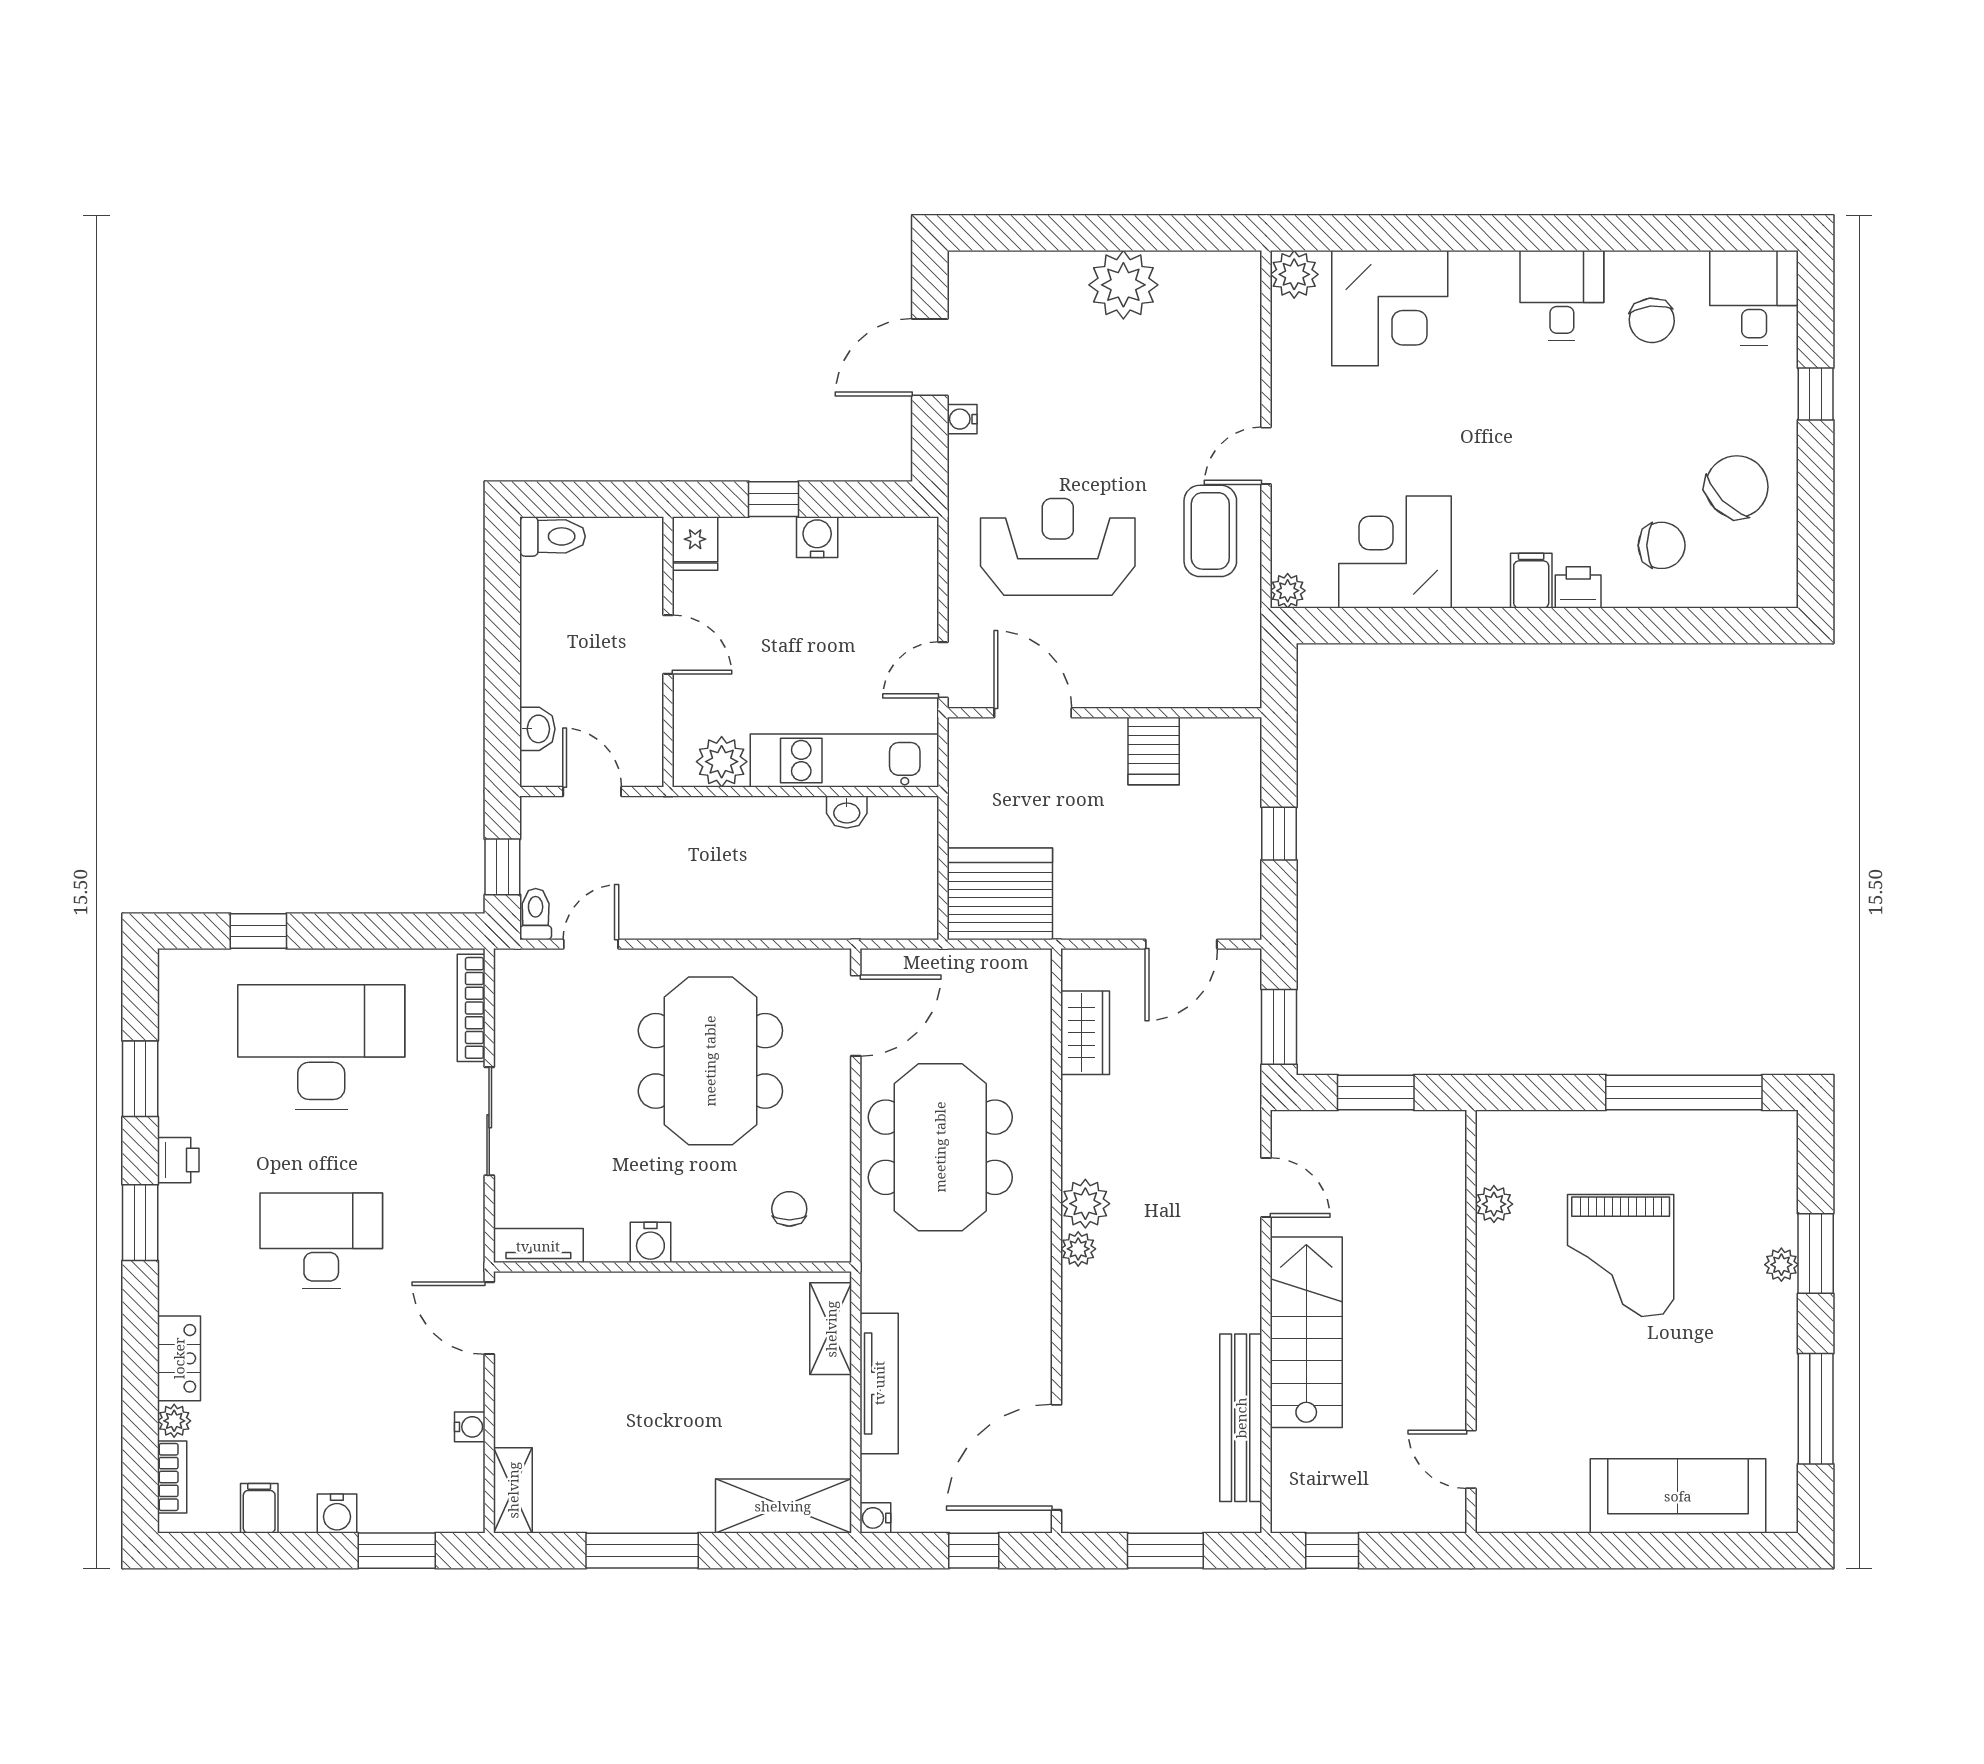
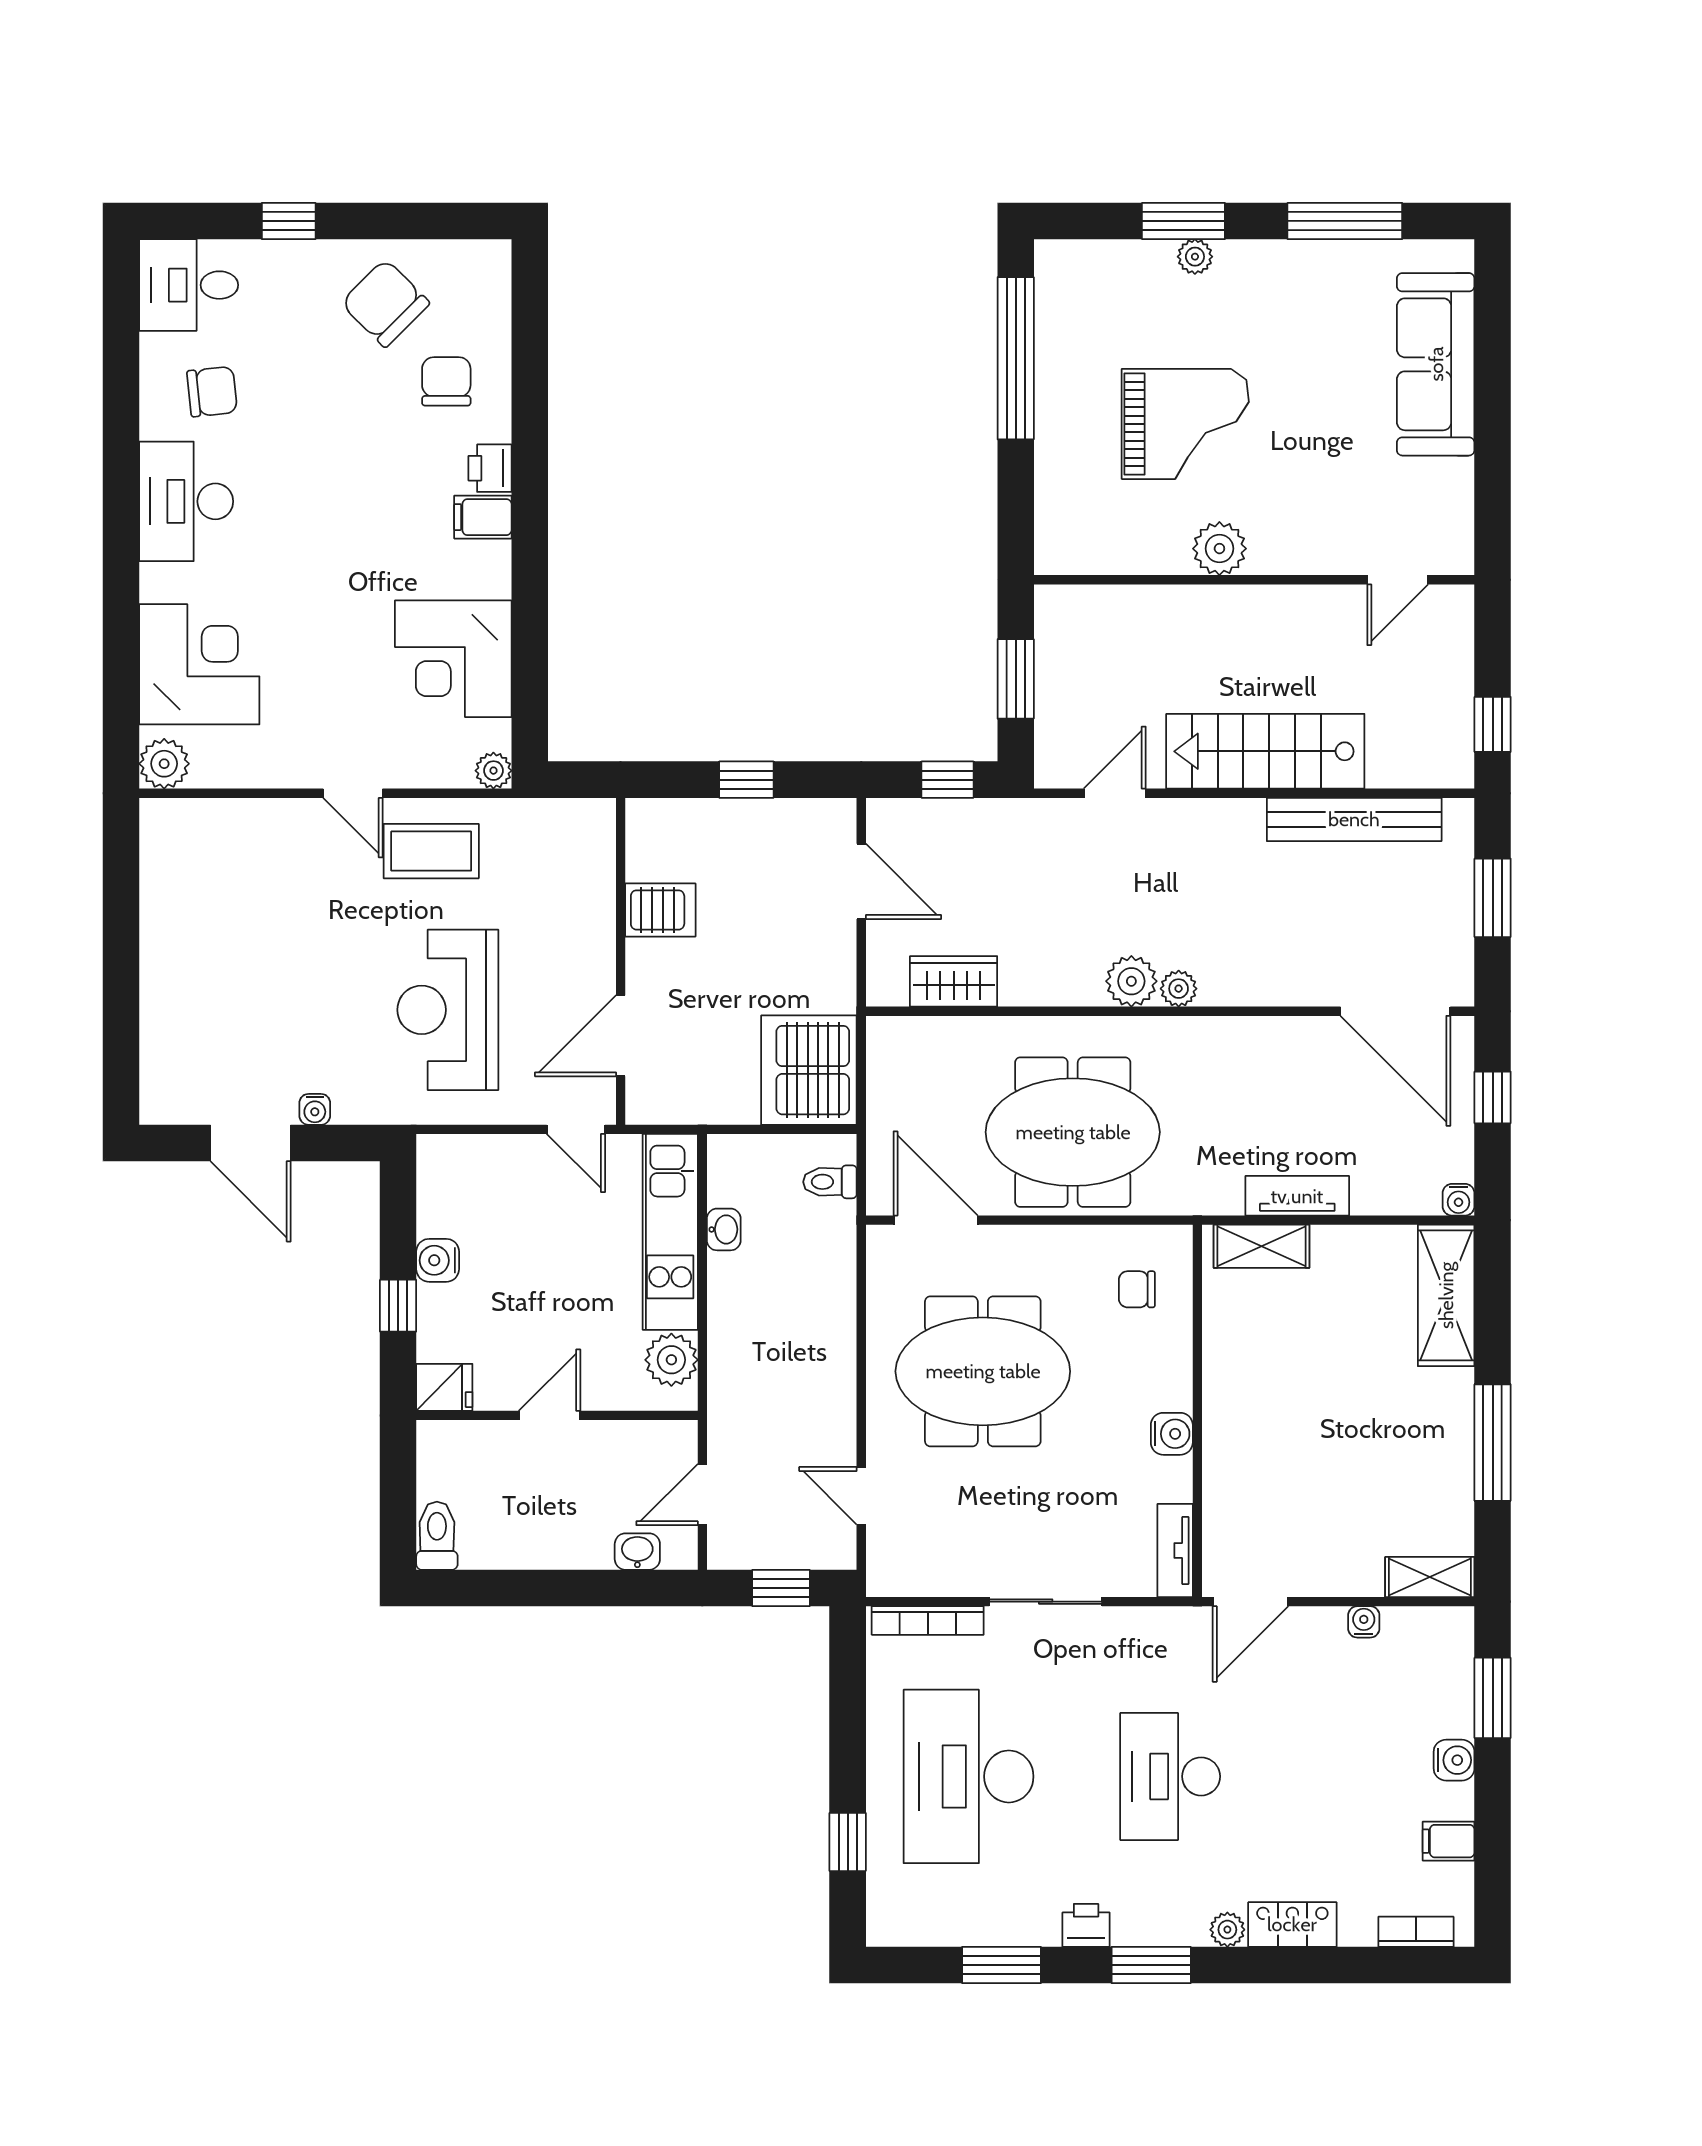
plant: (1123, 285) -> (175, 942), removed
desk: (1562, 296) -> (186, 501), width x1.37
toilet: (536, 914) -> (830, 1182), moved
window: (1279, 1027) -> (947, 780), width x0.67
plant: (1494, 1204) -> (1219, 549), moved, width x1.38, depth x1.38
tv unit: (879, 1383) -> (1297, 1196), width x0.71
plant: (174, 1421) -> (1227, 1930), moved

